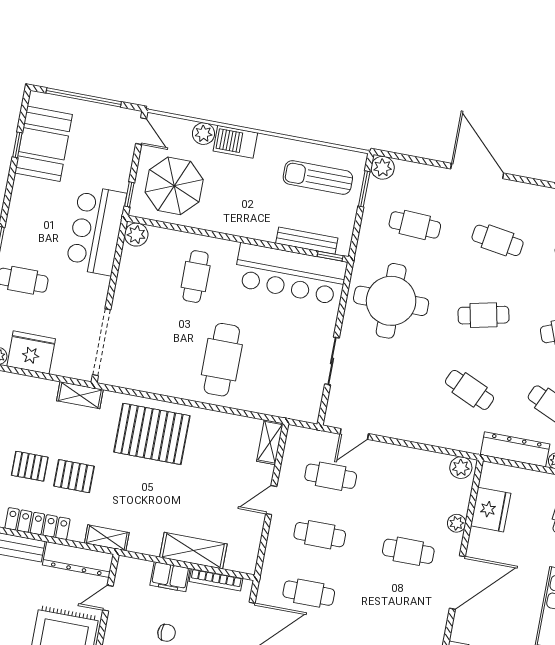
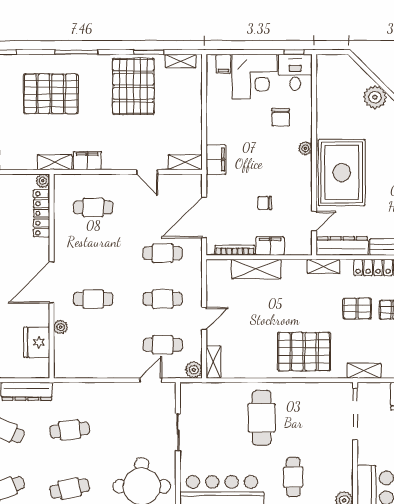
cafe table: (470, 390) -> (70, 430), turned -30
plant: (461, 468) -> (194, 370), moved

